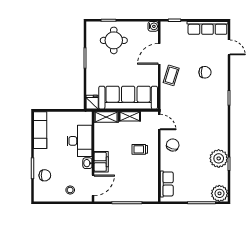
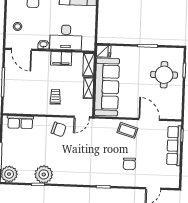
water cooler: (153, 26) -> (177, 114), removed
row of seats: (207, 28) -> (174, 146), moved
filing cabinet: (101, 162) -> (61, 59), moved

